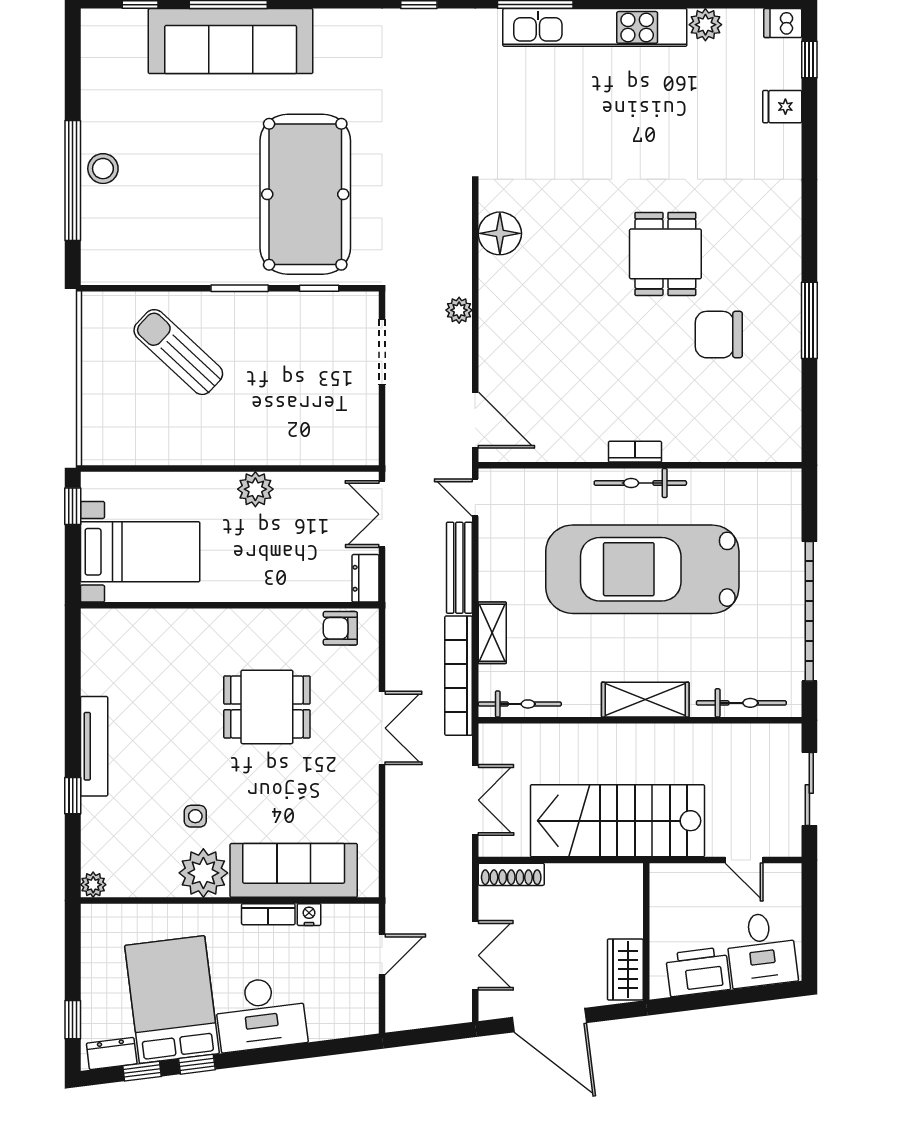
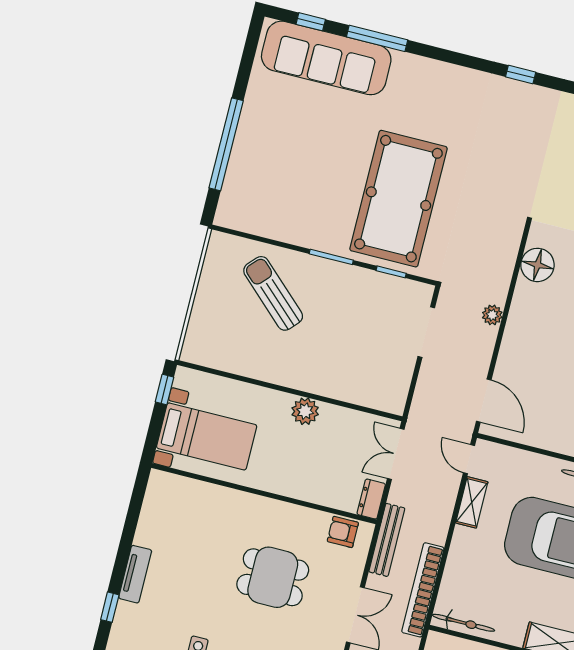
sofa: (231, 41) -> (326, 58), moved
stool: (103, 169) -> (251, 141), removed
bench: (459, 568) -> (387, 540), moved
shelving: (492, 633) -> (472, 502), moved
tv unit: (94, 746) -> (135, 574), width x0.71

